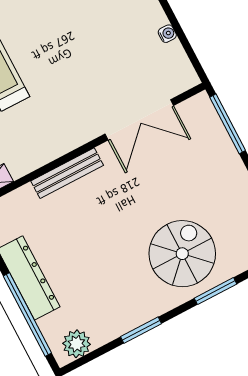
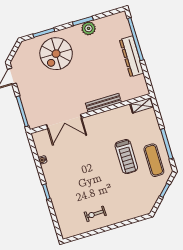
double door: (139, 120) -> (64, 121), swing flipped
plant: (77, 344) -> (89, 28), moved

